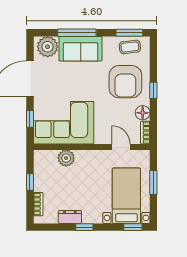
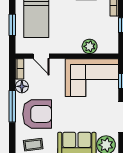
armchair: (125, 82) -> (37, 114), turned 90
window: (153, 90) -> (12, 106), width x2.17

